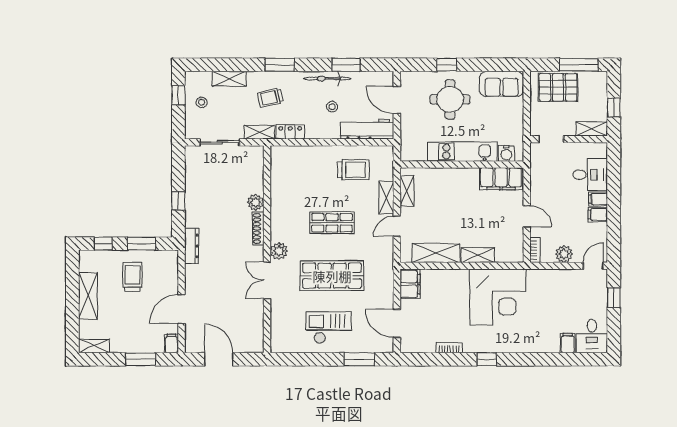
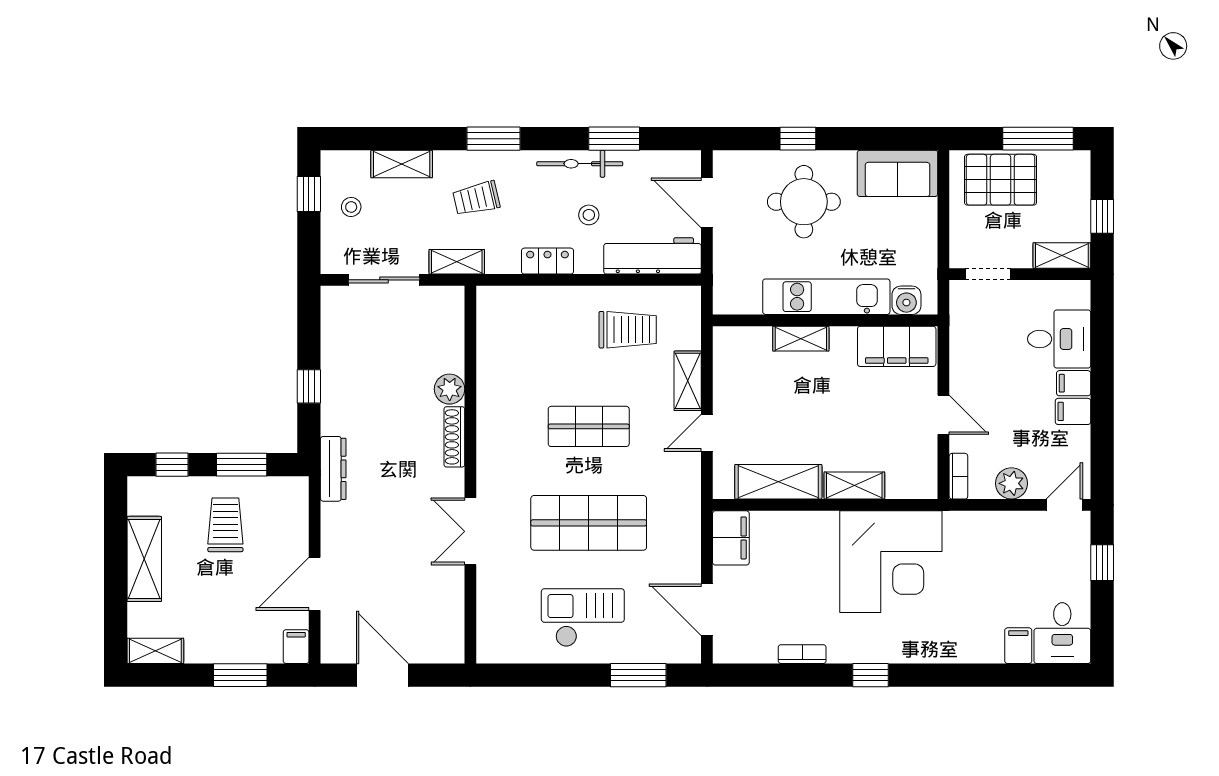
locker: (290, 132) -> (547, 261), moved
shelving: (407, 191) -> (801, 339), moved, turned 90
plant: (279, 251) -> (492, 478), removed

